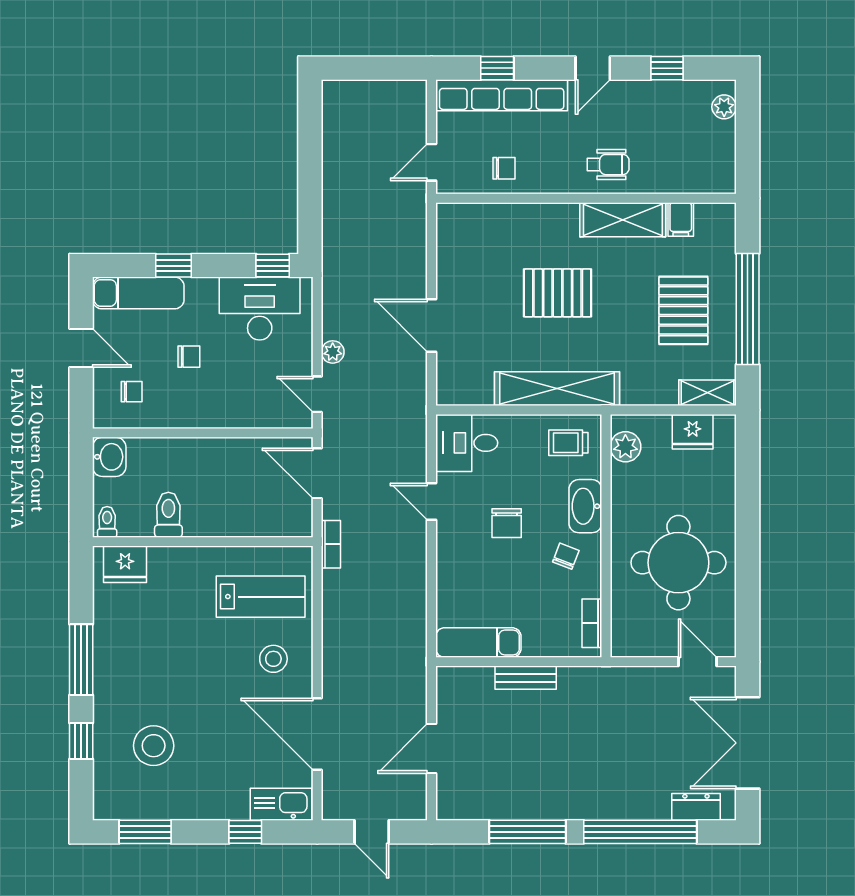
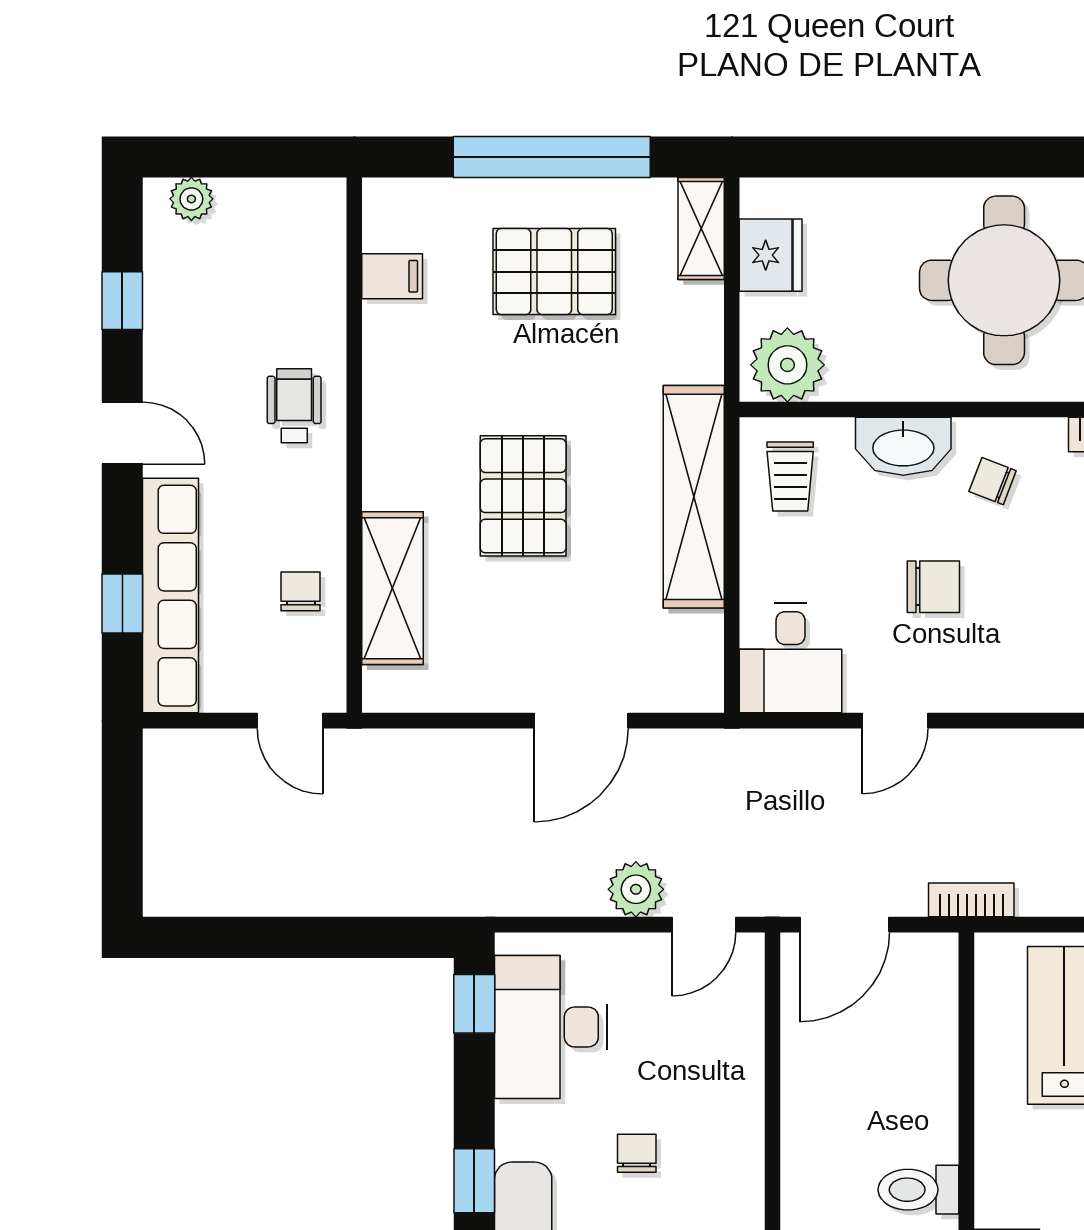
shelving: (623, 220) -> (393, 588), moved
plant: (333, 352) -> (636, 889), width x1.38, depth x1.38
plant: (625, 447) -> (787, 365), width x1.36, depth x1.36

